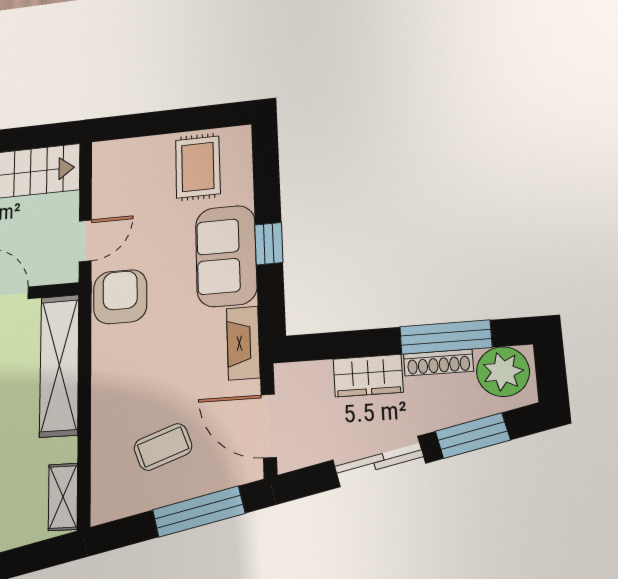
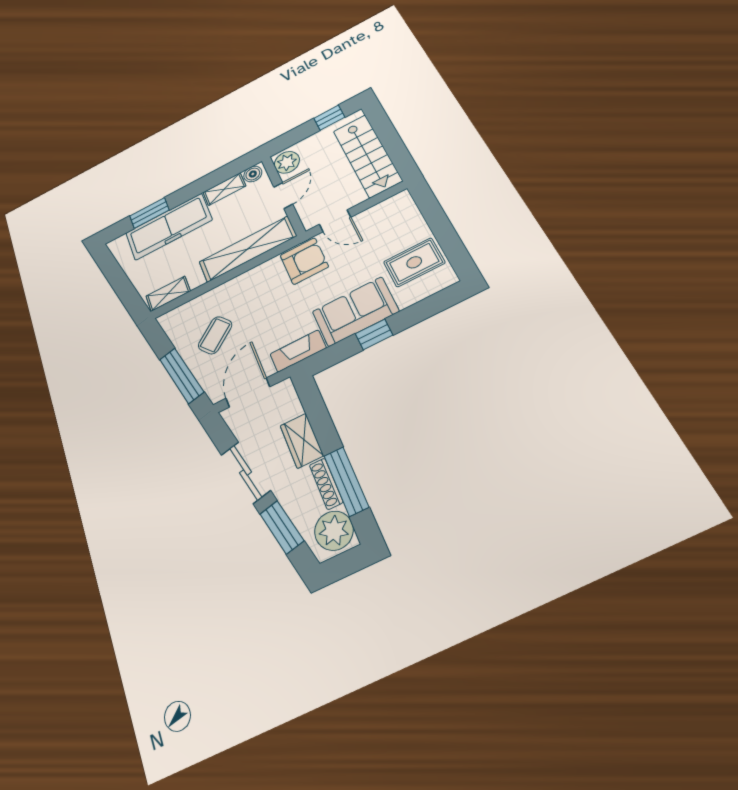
coffee table: (163, 447) -> (215, 335), turned 71

